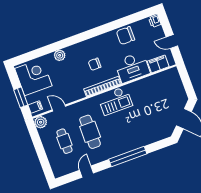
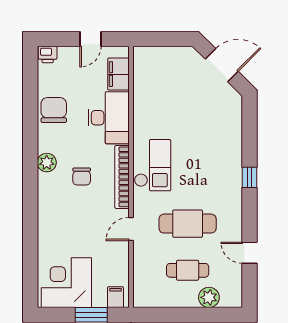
chair: (125, 36) -> (54, 110), turned 180
plant: (60, 55) -> (47, 163), moved
door: (59, 108) -> (131, 229), moved
plant: (41, 122) -> (209, 297), moved
window: (128, 156) -> (249, 177), width x0.32

